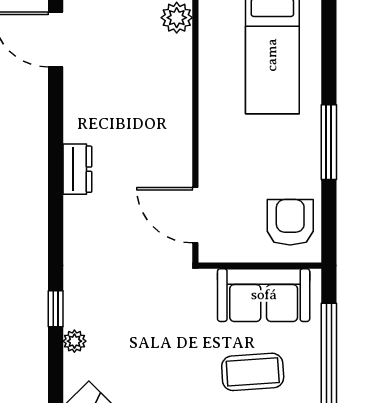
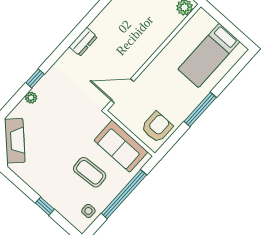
dresser: (77, 169) -> (83, 42), moved
door: (195, 215) -> (122, 91), hinge flipped

